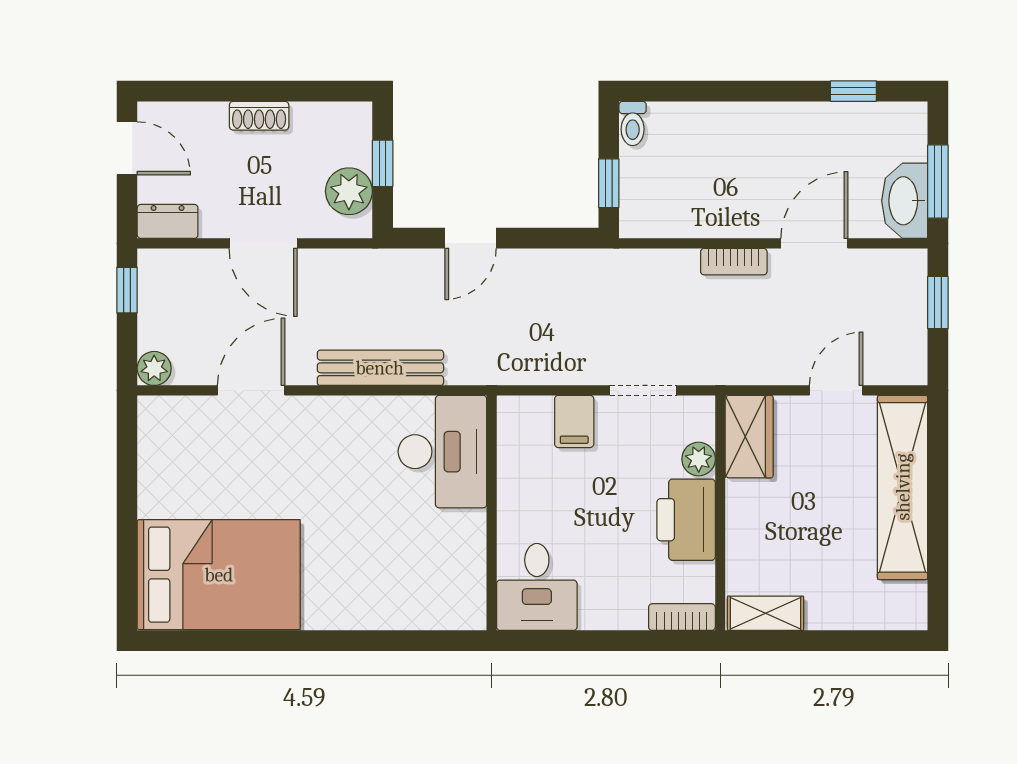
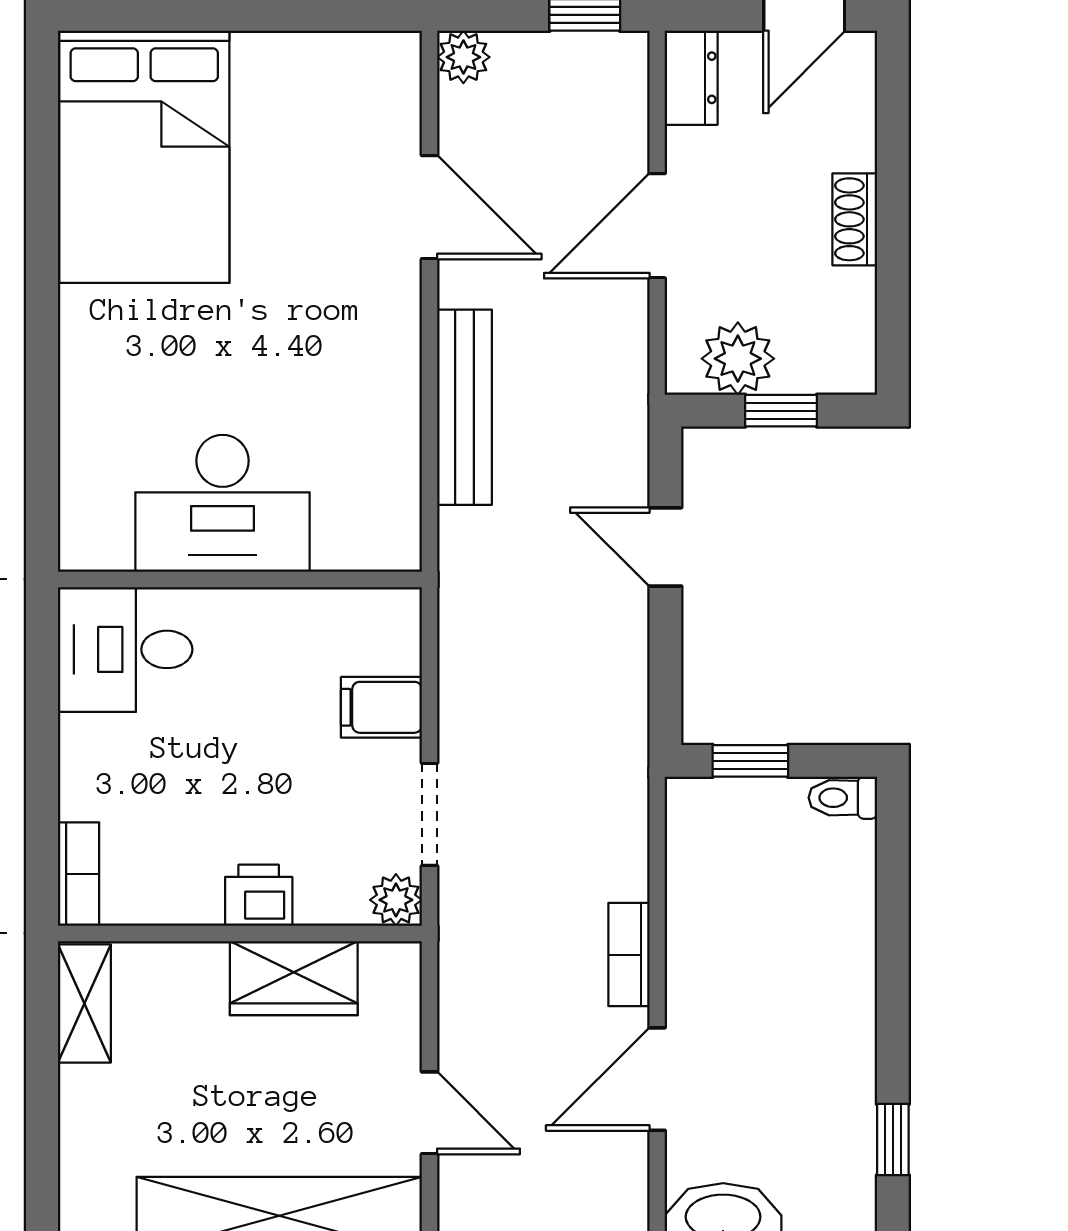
door: (814, 243) -> (657, 1079), swing flipped
wardrobe: (749, 437) -> (294, 978), moved
desk: (442, 452) -> (222, 503), moved
plant: (699, 459) -> (396, 900), moved
printer: (686, 520) -> (259, 895), width x0.53, depth x0.68

